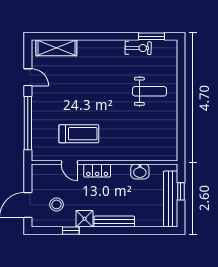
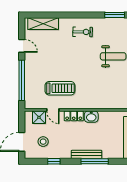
exercise bike: (138, 48) -> (83, 32), moved
washbasin: (140, 171) -> (91, 117), moved
shower: (84, 219) -> (39, 117), moved
window: (125, 231) -> (95, 161), added

